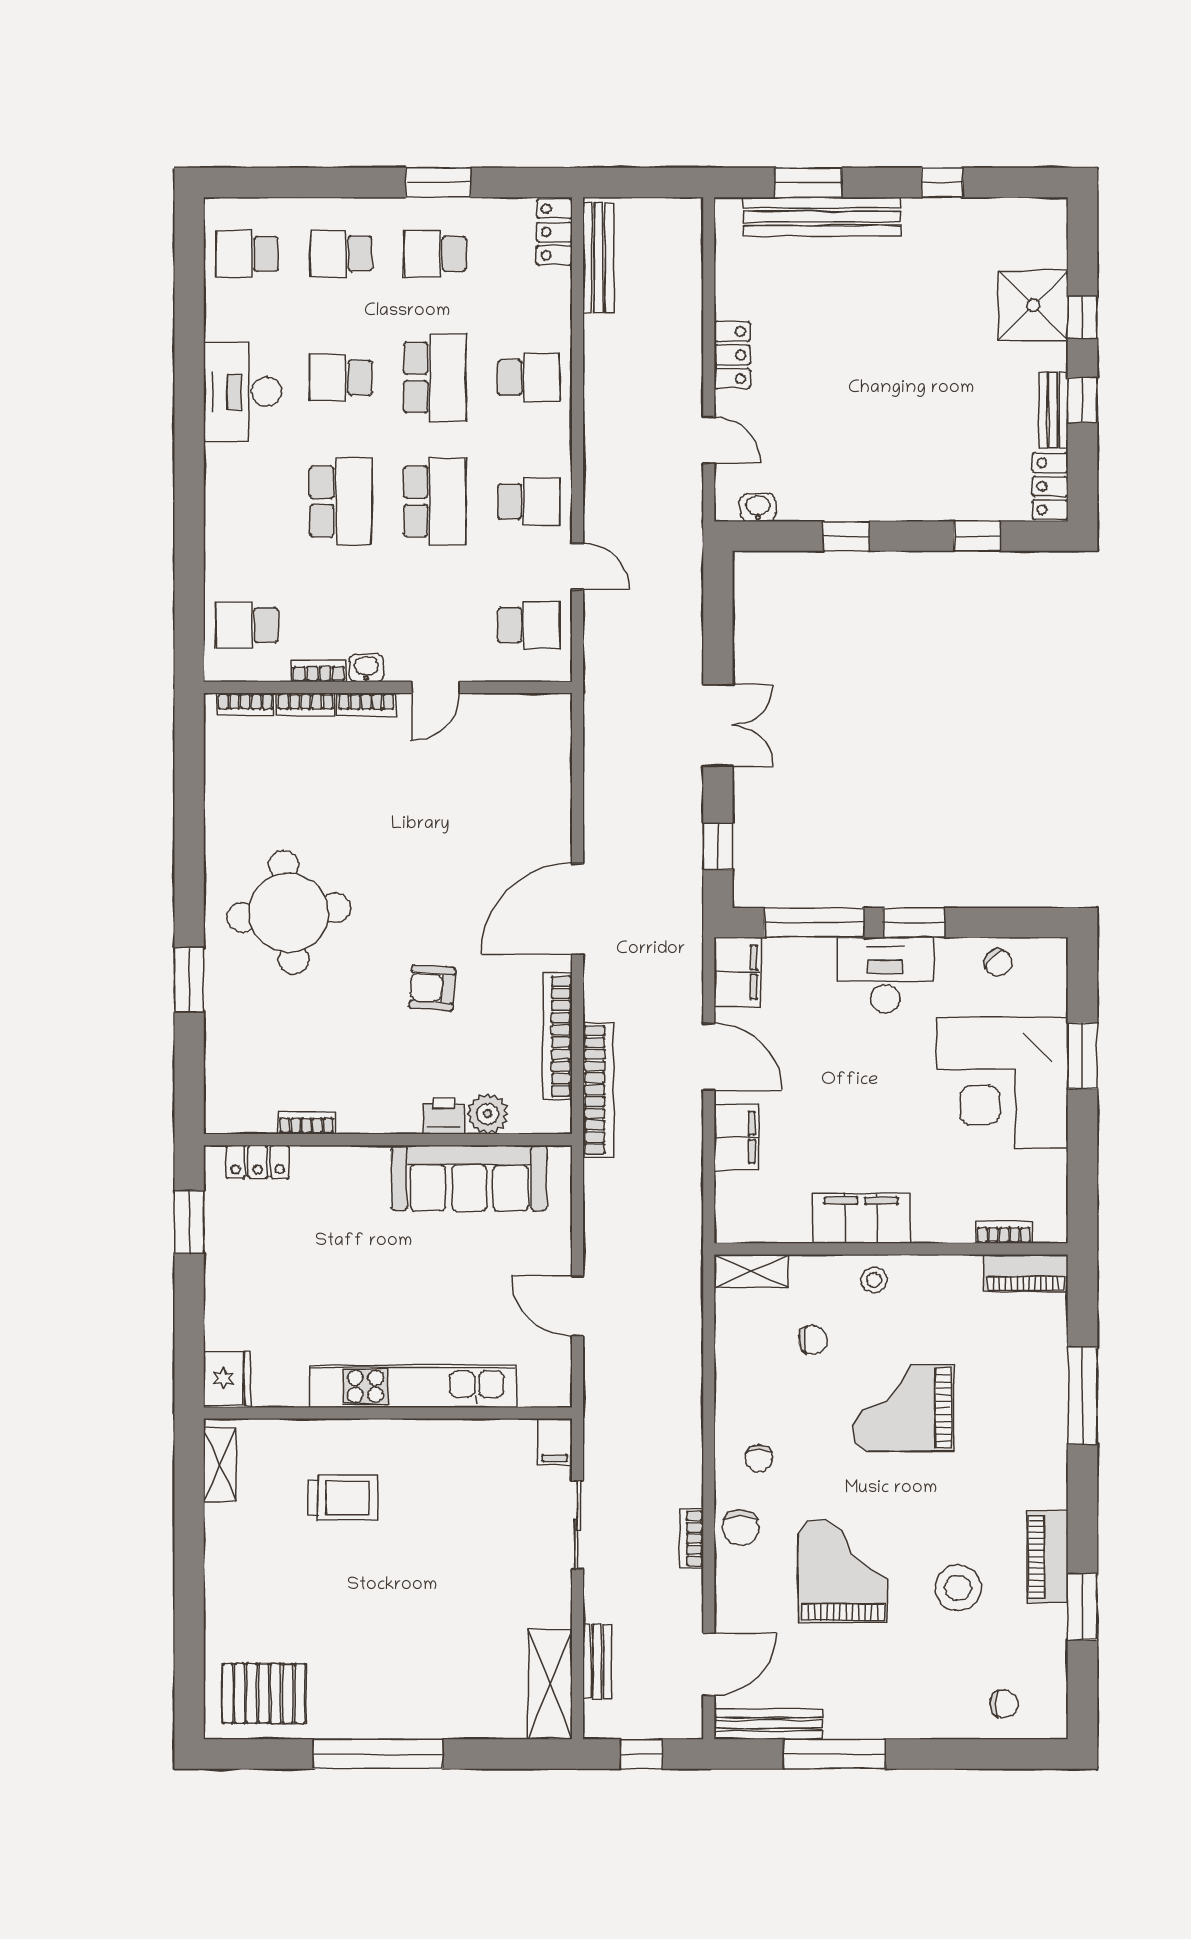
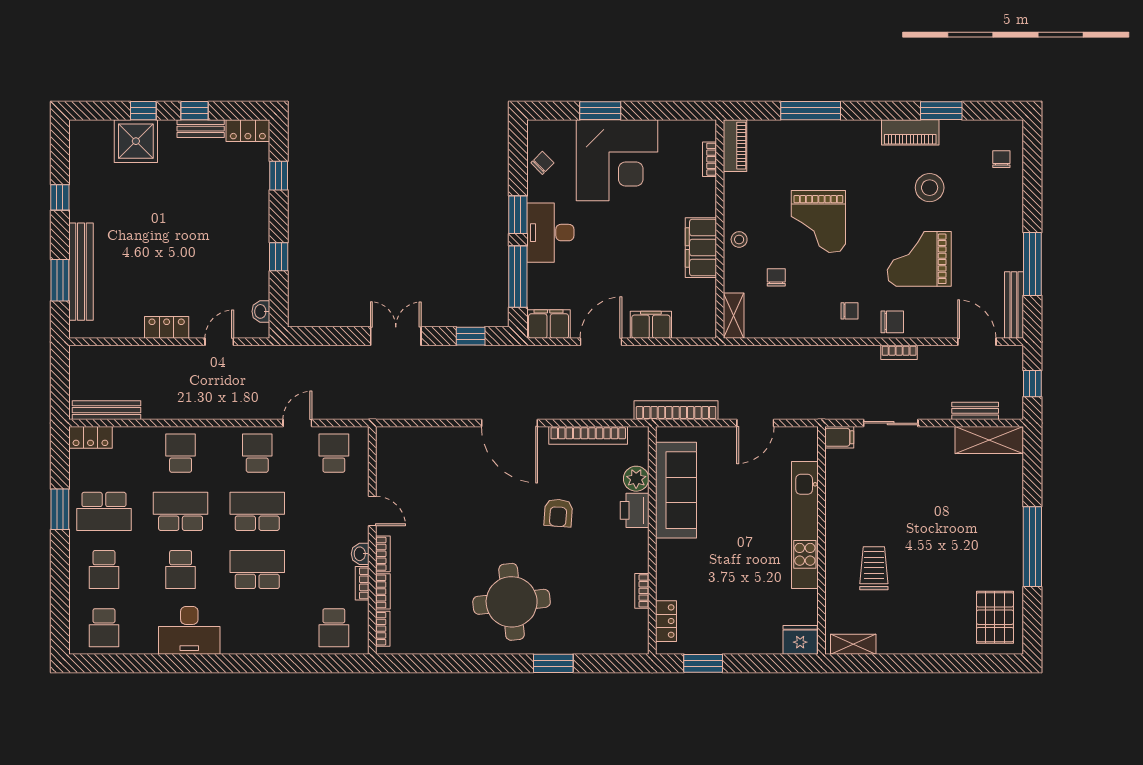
school desk: (435, 254) -> (104, 511), width x1.85
bookcase: (598, 1090) -> (676, 410), moved
printer: (444, 1116) -> (635, 510), width x1.36, depth x1.24

